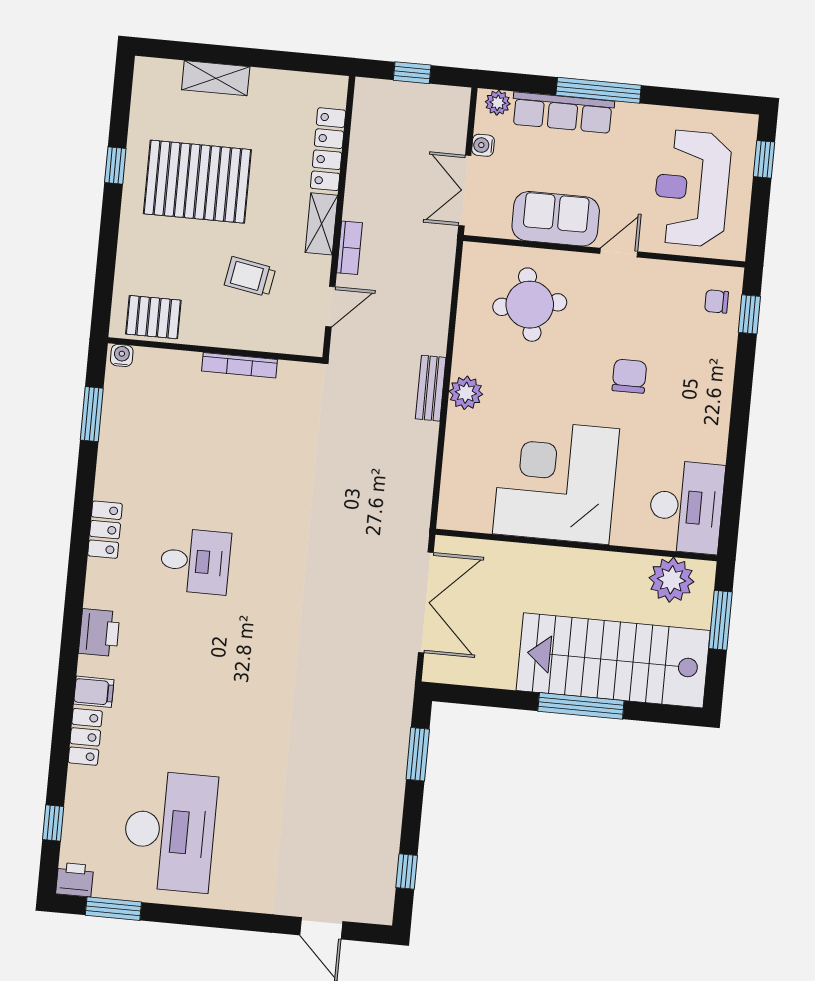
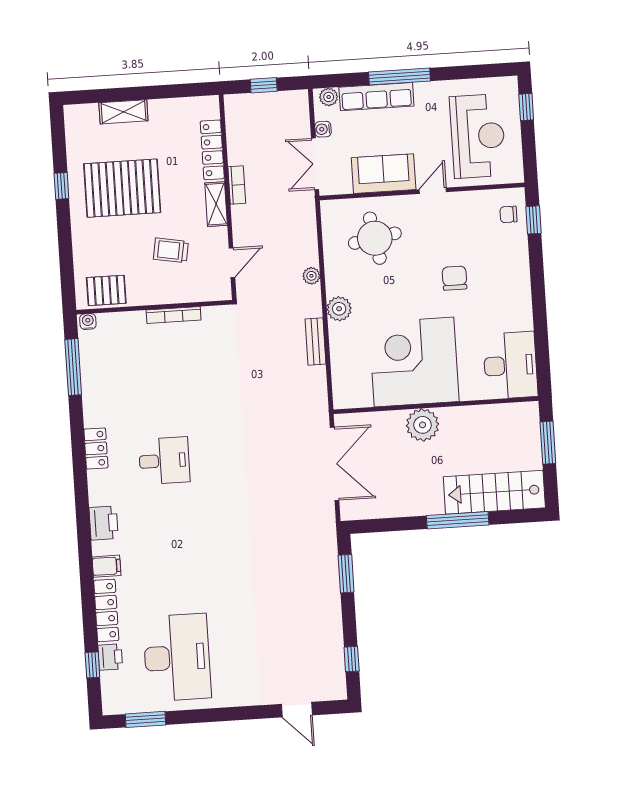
reception desk: (692, 188) -> (478, 136), turned 180
bookcase: (349, 248) -> (237, 185), moved
plant: (435, 342) -> (311, 276), added
bench: (431, 388) -> (315, 341), moved
window: (92, 414) -> (73, 367), width x1.44
plant: (671, 580) -> (423, 425), moved
stairs: (613, 660) -> (494, 492), width x0.73, depth x0.66
locker: (85, 737) -> (106, 610), width x1.53
printer: (75, 880) -> (110, 657), moved, turned 90

